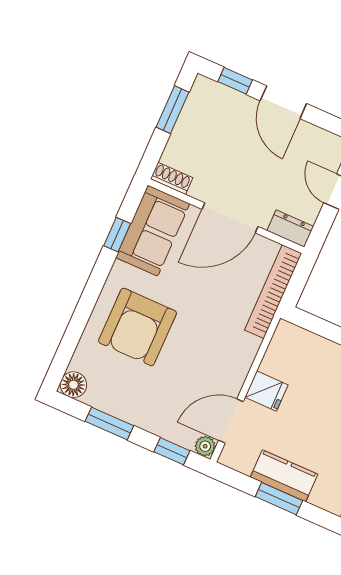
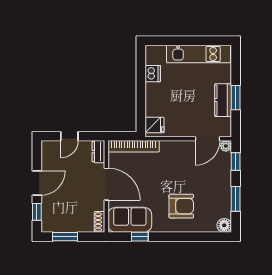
armchair: (137, 327) -> (181, 206), width x0.73, depth x0.73
fridge: (267, 391) -> (154, 125), moved, turned 90
door: (231, 421) -> (208, 139), hinge flipped

